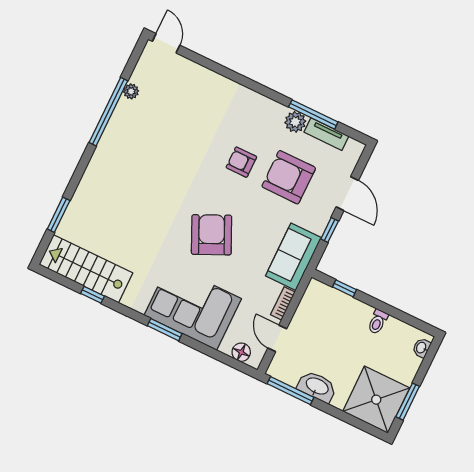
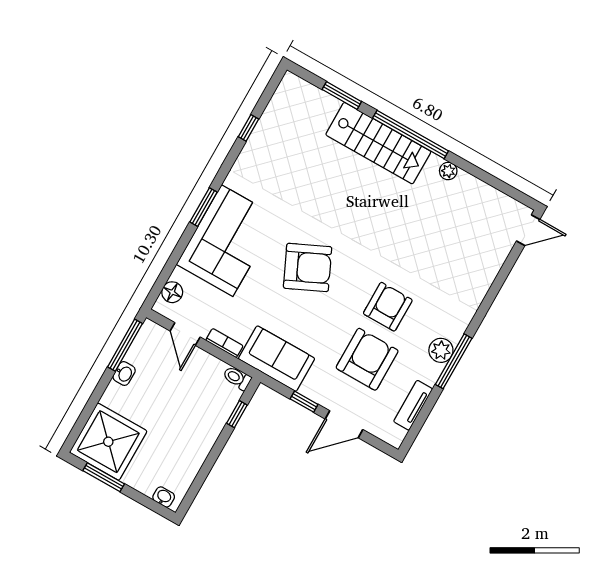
plant: (131, 91) -> (448, 171), moved
window: (108, 112) -> (411, 135), moved
window: (313, 114) -> (454, 361), moved
plant: (295, 122) -> (441, 350), moved
armchair: (241, 162) -> (388, 307), width x1.38, depth x1.38
stairs: (86, 269) -> (378, 143), moved, turned 90
toilet: (378, 322) -> (237, 378), moved
door: (277, 338) -> (185, 334), swing flipped
washbasin: (317, 387) -> (124, 374), width x0.52, depth x0.69

